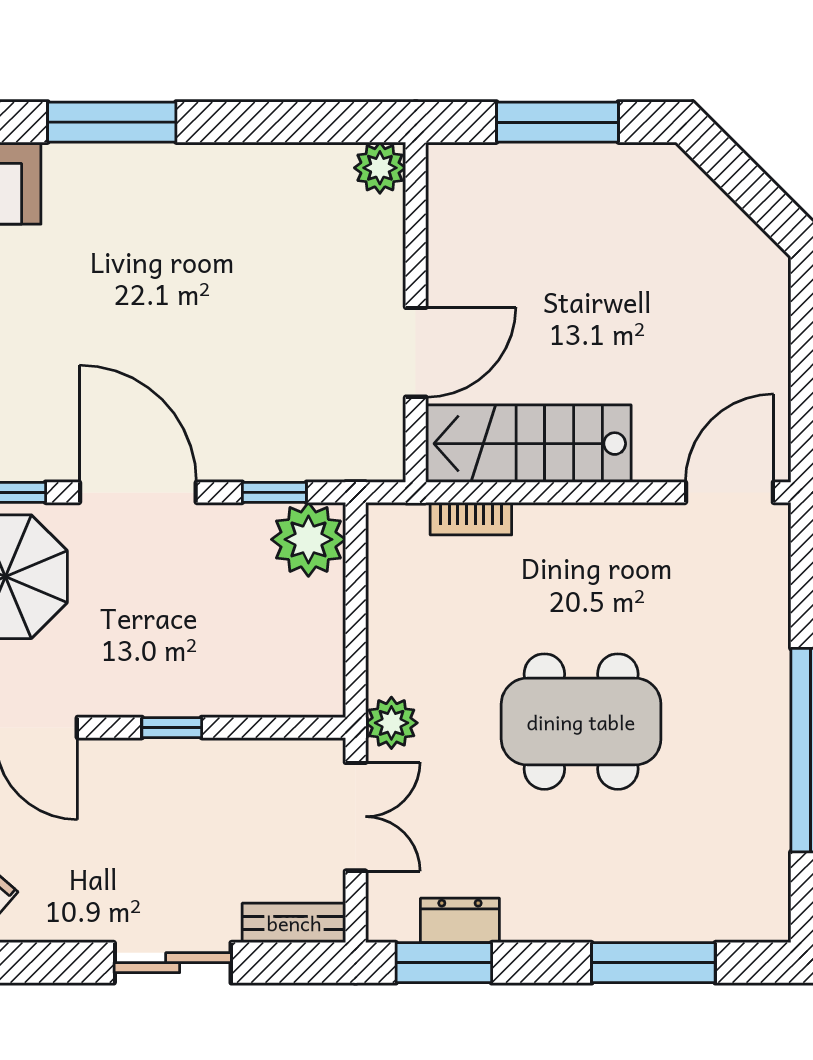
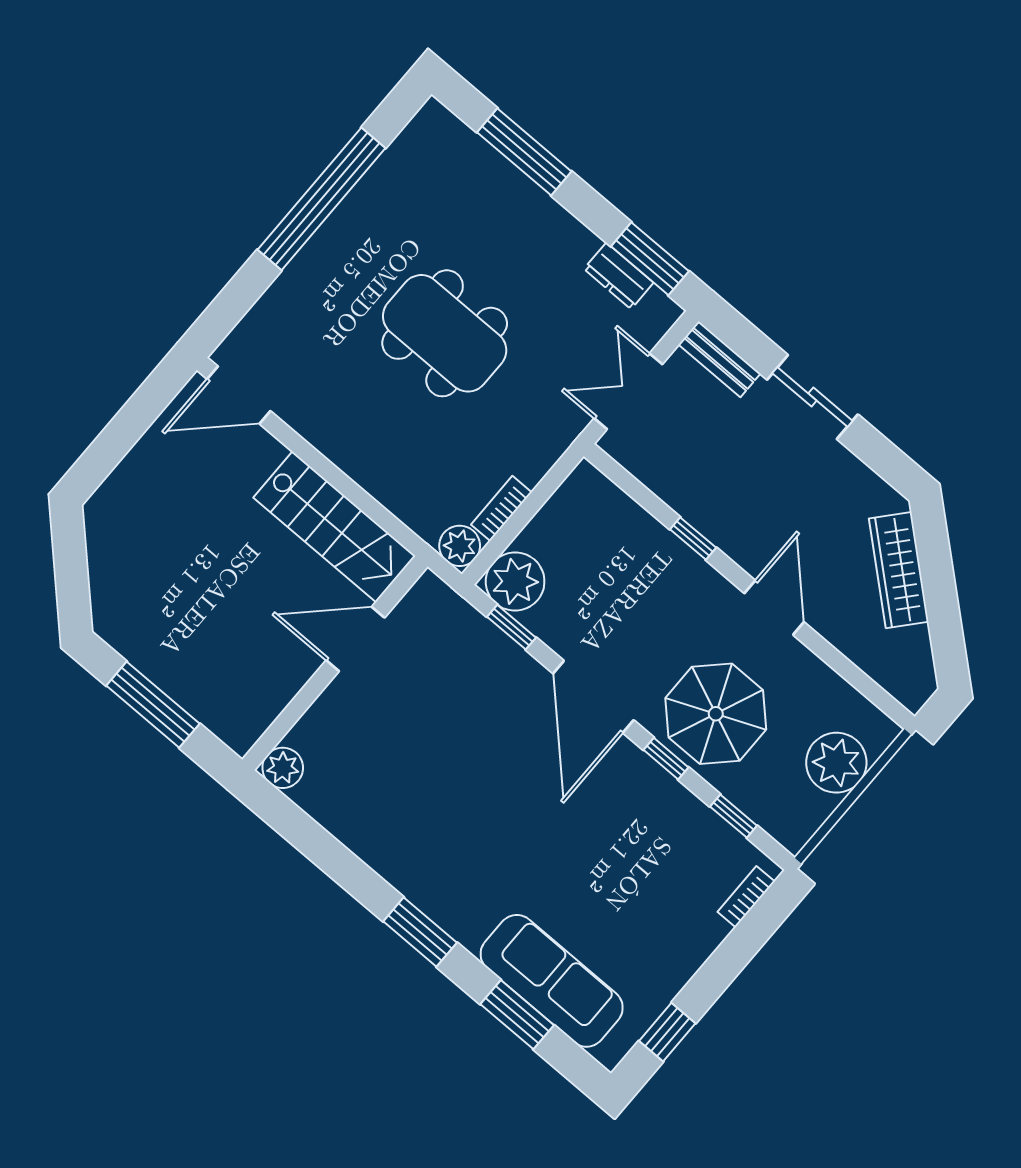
window: (112, 122) -> (420, 932), width x0.69
bookcase: (471, 519) -> (501, 508), moved, turned -90
plant: (391, 723) -> (460, 546), moved

